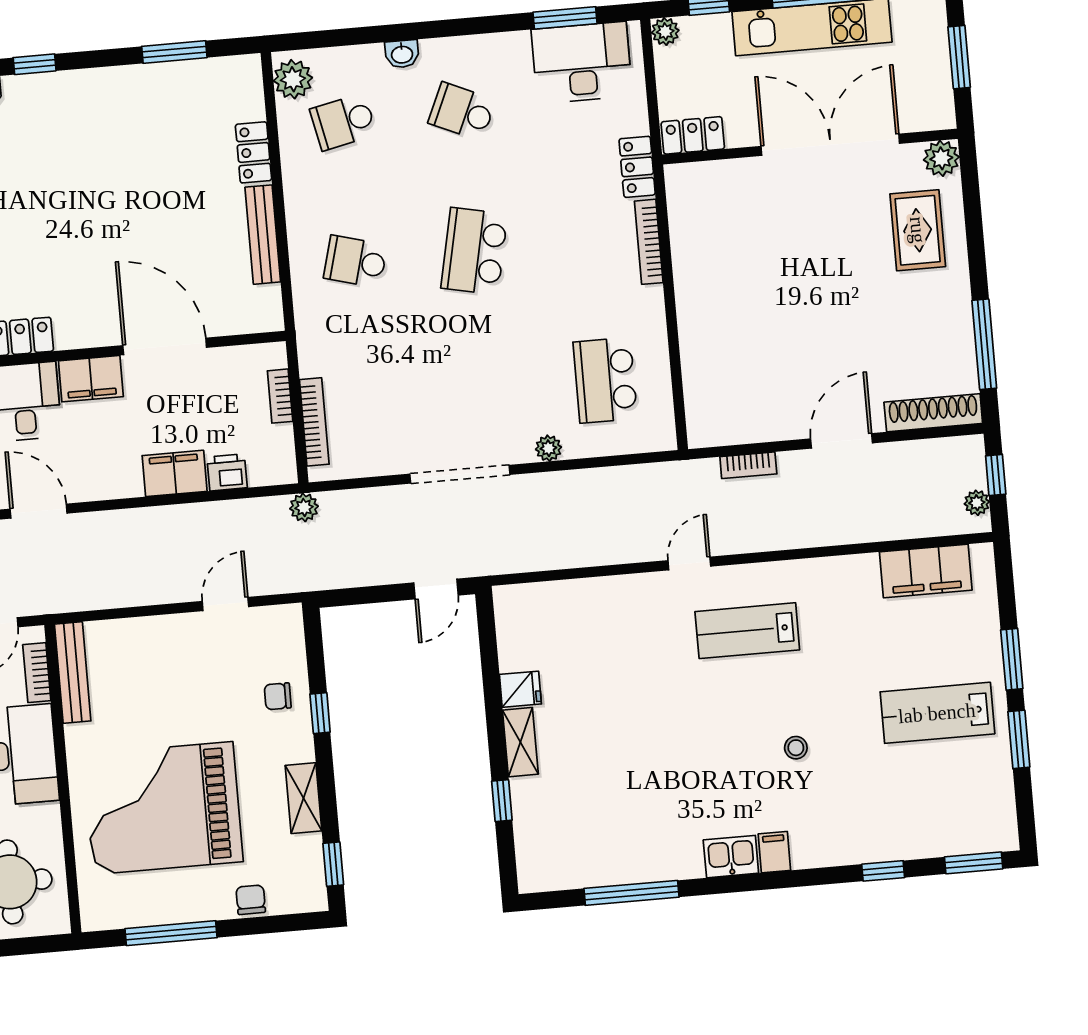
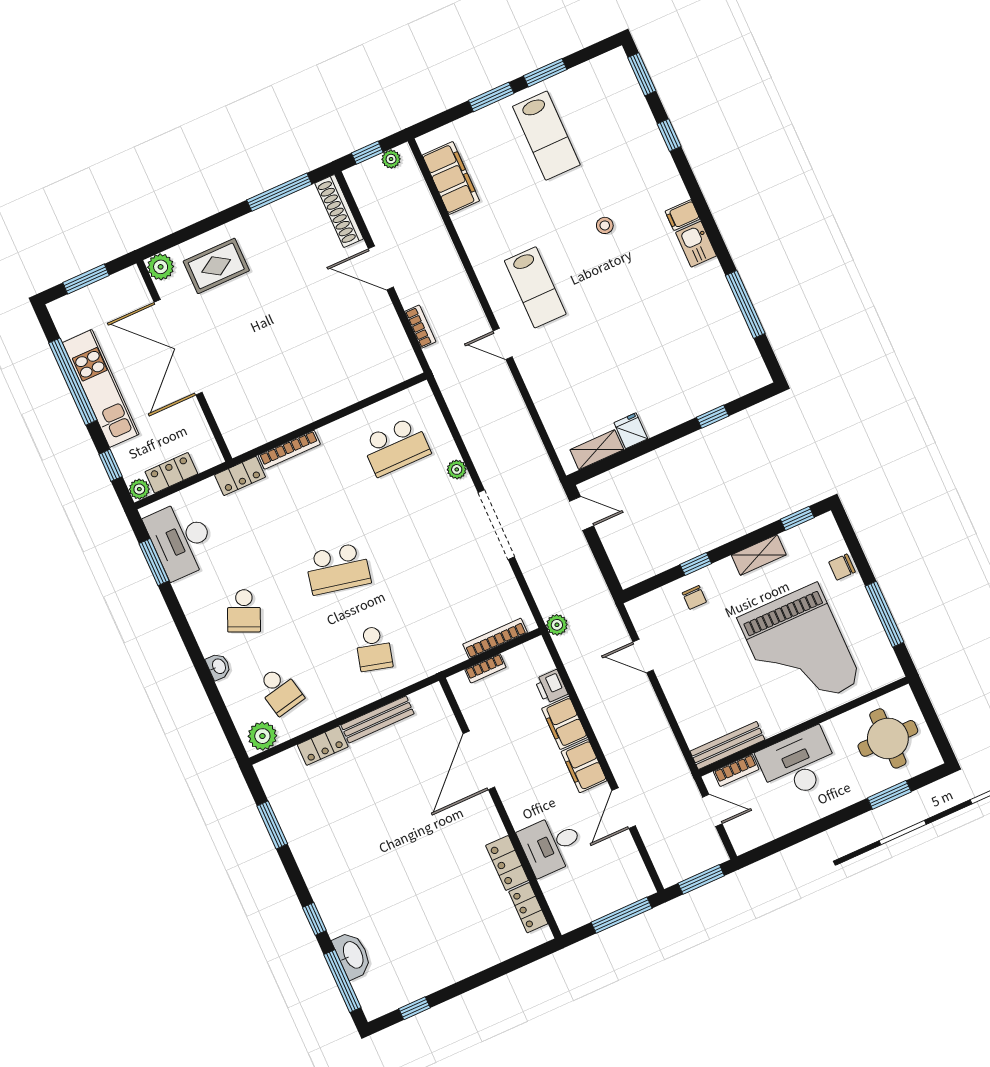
locker: (693, 135) -> (171, 473), moved, turned 90
filing cabinet: (91, 379) -> (584, 766), moved, turned 180
shelving: (520, 742) -> (597, 450), moved

